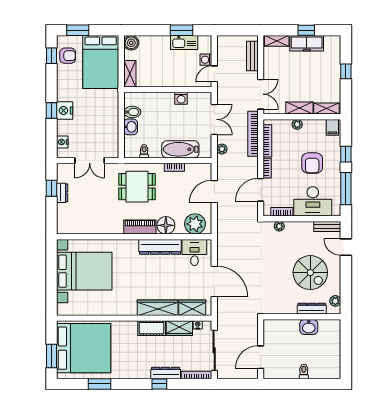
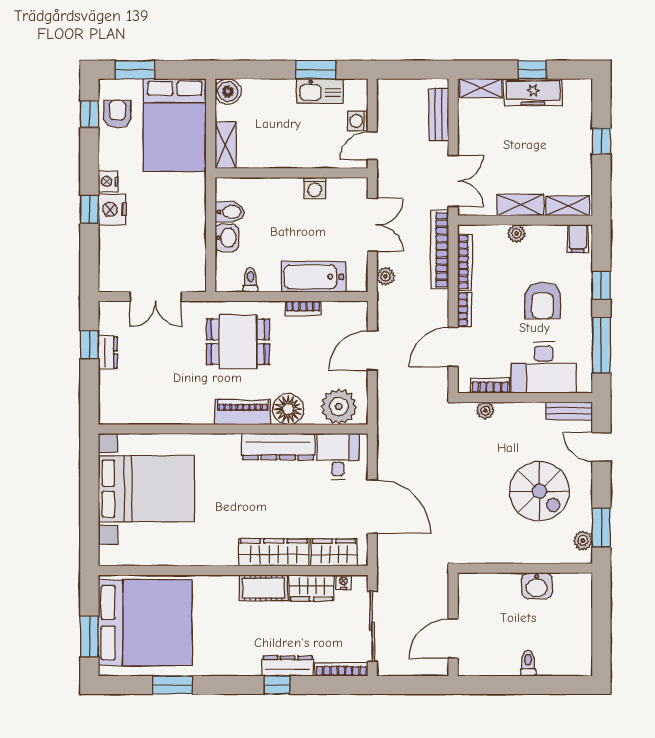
armchair: (68, 56) -> (117, 114), turned -90
nightstand: (62, 142) -> (108, 181), moved
window: (346, 294) -> (601, 528), added
dresser: (312, 309) -> (542, 554), removed

